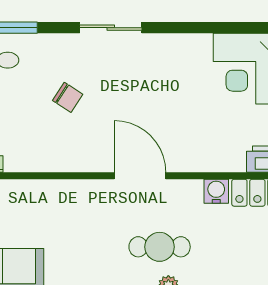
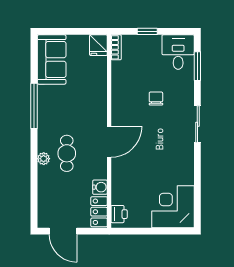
chair: (68, 97) -> (156, 99), turned 147

